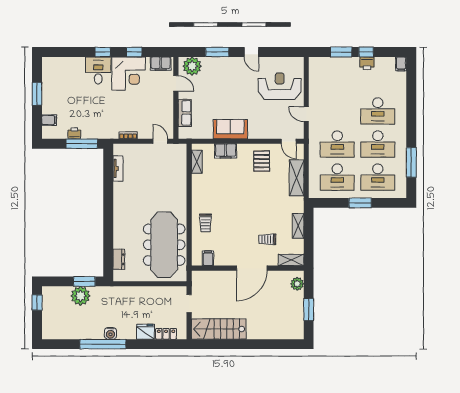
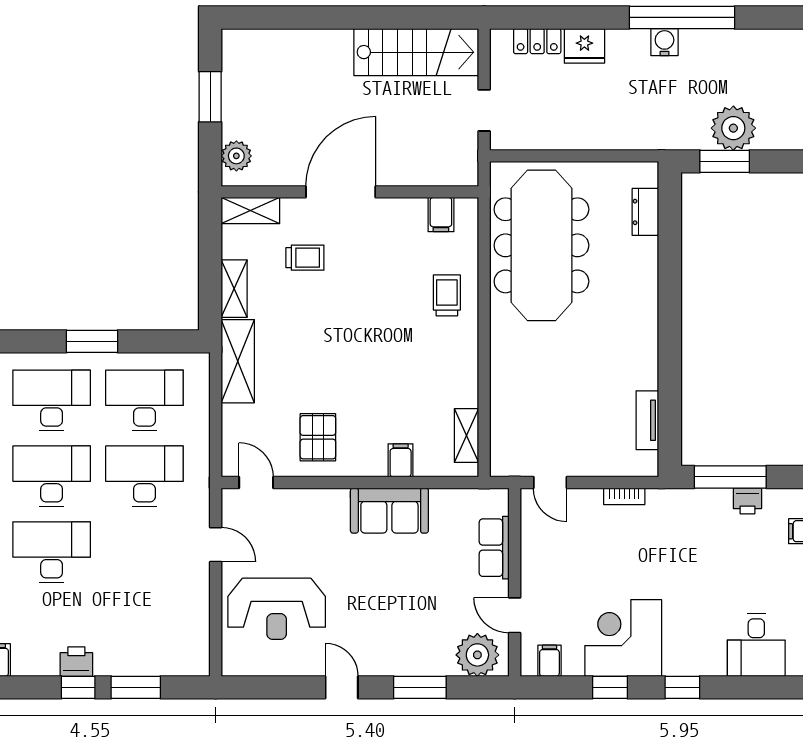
filing cabinet: (161, 64) -> (549, 661), width x0.50
desk: (98, 70) -> (756, 645), moved
filing cabinet: (226, 151) -> (401, 460), width x0.50
shelving: (297, 178) -> (238, 361), moved

